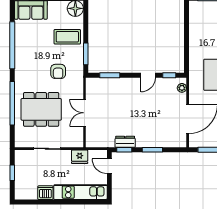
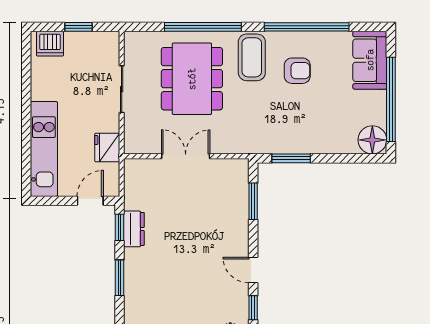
coffee table: (67, 37) -> (252, 57), moved
armchair: (58, 71) -> (297, 71), moved, turned 180
dishwasher: (45, 193) -> (50, 44), moved, turned 90

